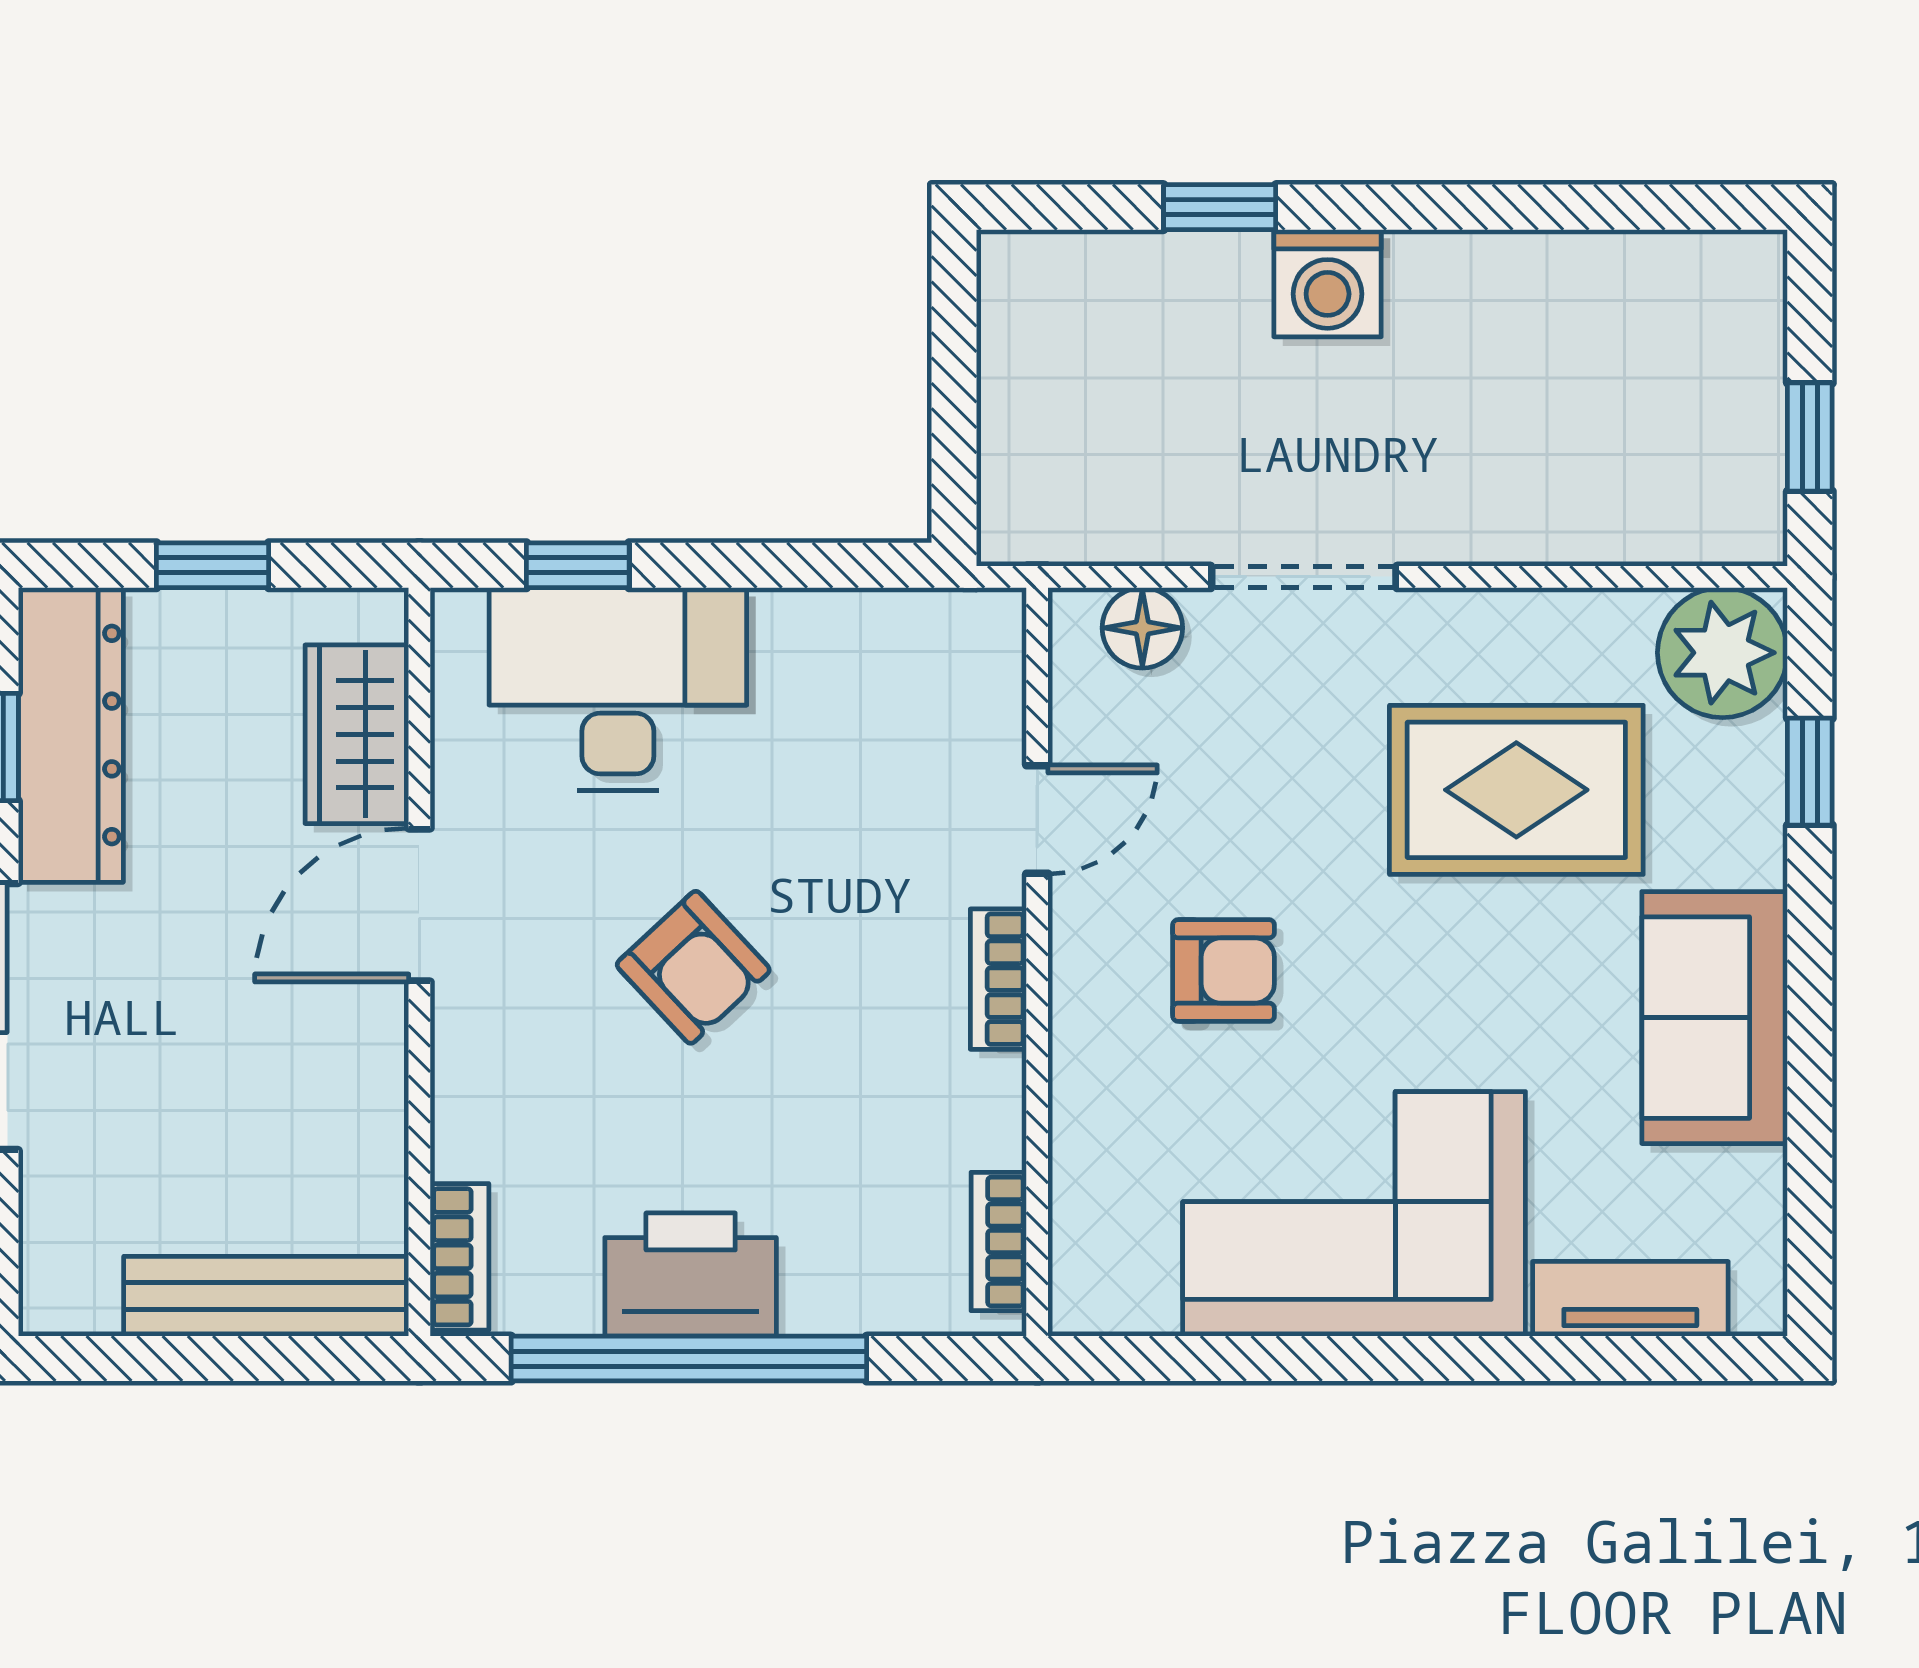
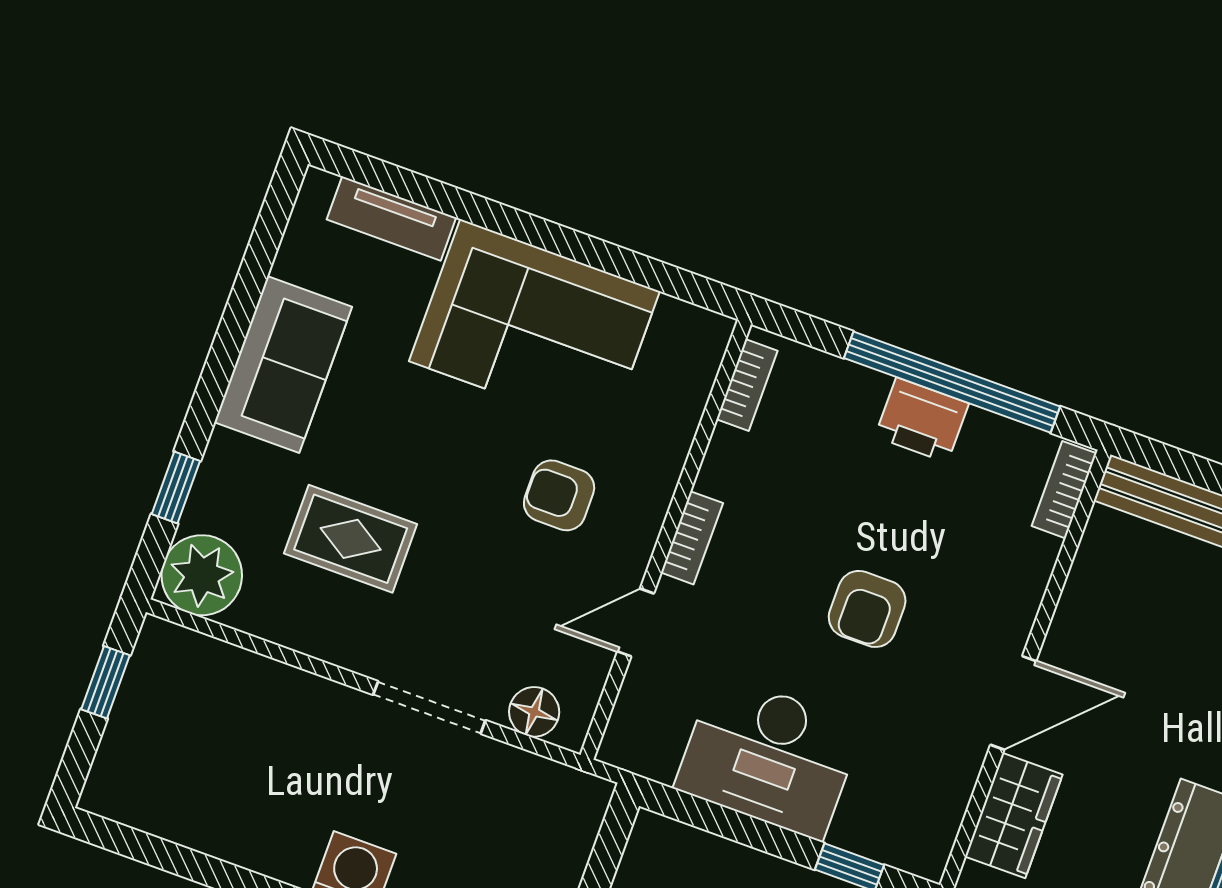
desk: (618, 689) -> (769, 757), moved
rug: (1516, 790) -> (351, 539), width x0.73, depth x0.70
armchair: (693, 967) -> (867, 609), turned -137
printer: (691, 1275) -> (922, 420), width x0.73, depth x0.84

